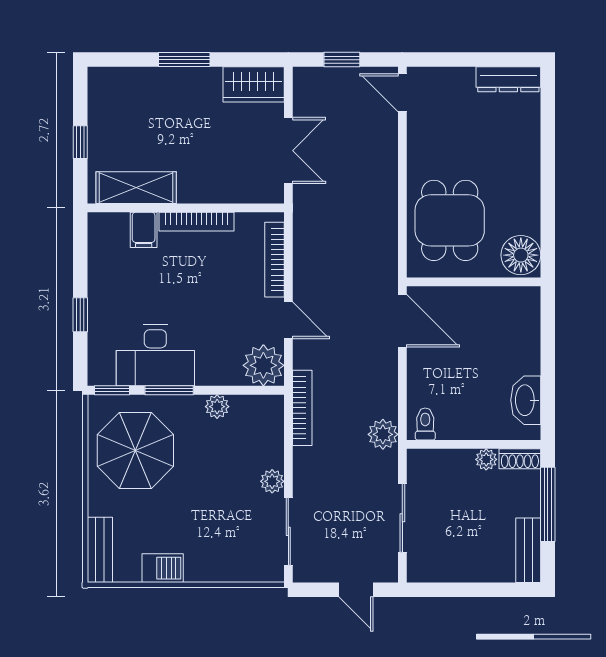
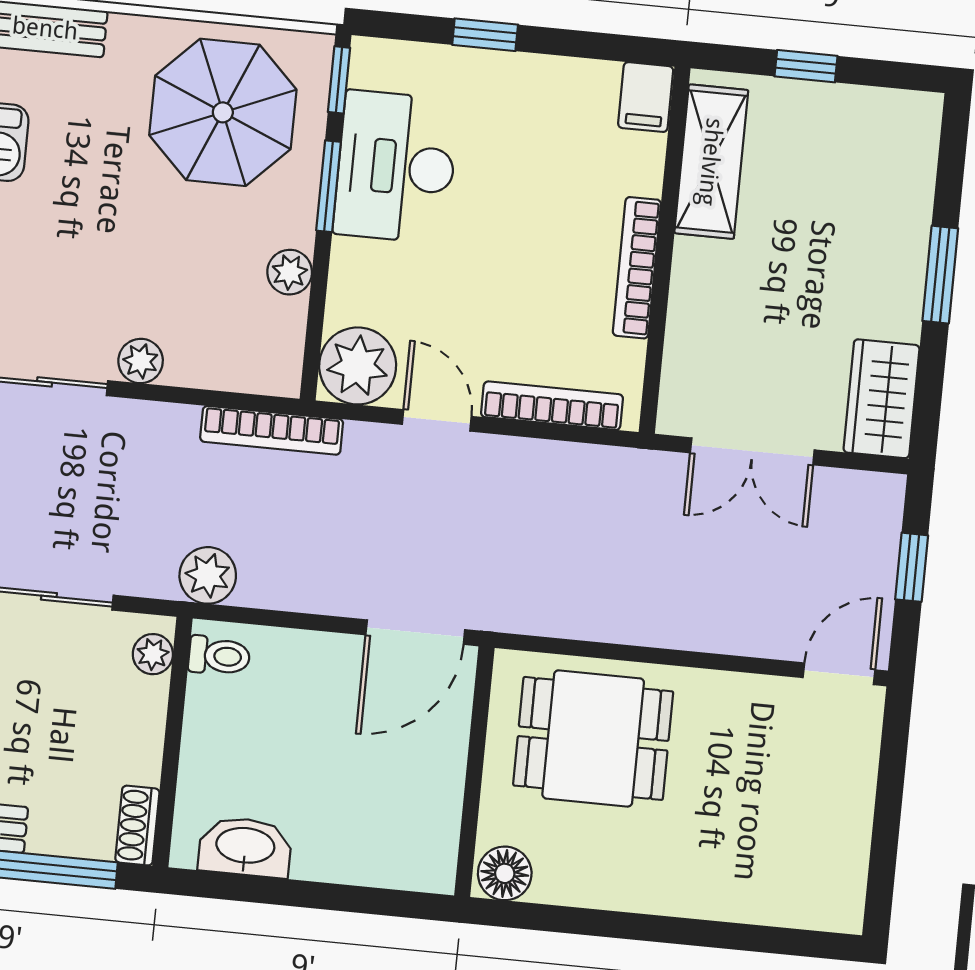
dresser: (508, 79) -> (845, 873), removed
filing cabinet: (144, 230) -> (646, 97), moved, turned -90
floor lamp: (521, 255) -> (505, 873), width x0.73, depth x0.73
door: (288, 320) -> (437, 420), swing flipped
plant: (486, 459) -> (153, 654), moved

